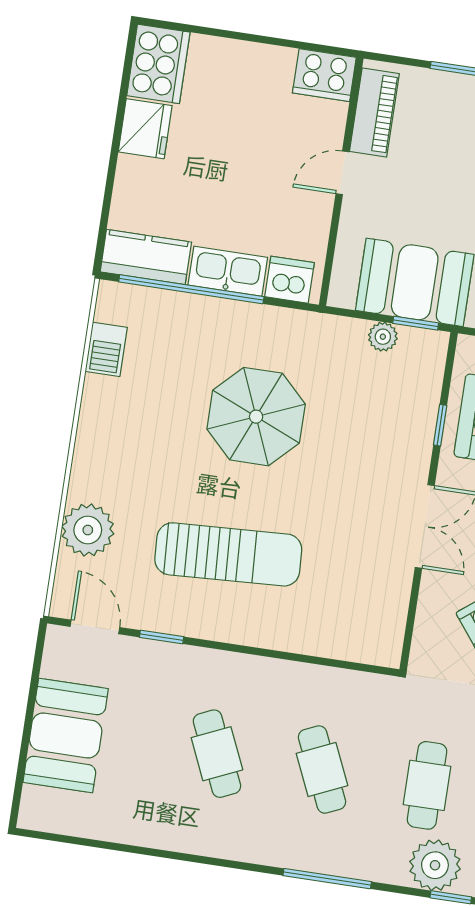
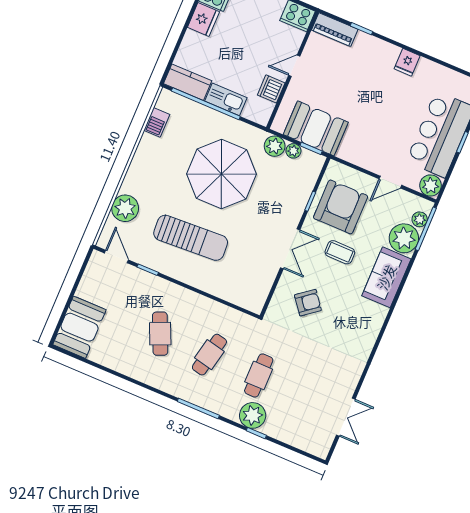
piano: (374, 113) -> (335, 30), moved, turned 90
dishwasher: (290, 280) -> (271, 89), moved, turned -90
plant: (344, 337) -> (275, 146), added
parasol: (256, 417) -> (221, 174), width x1.36, depth x1.36
booth: (66, 735) -> (79, 327), moved
cafe table: (322, 770) -> (209, 355), turned 36

